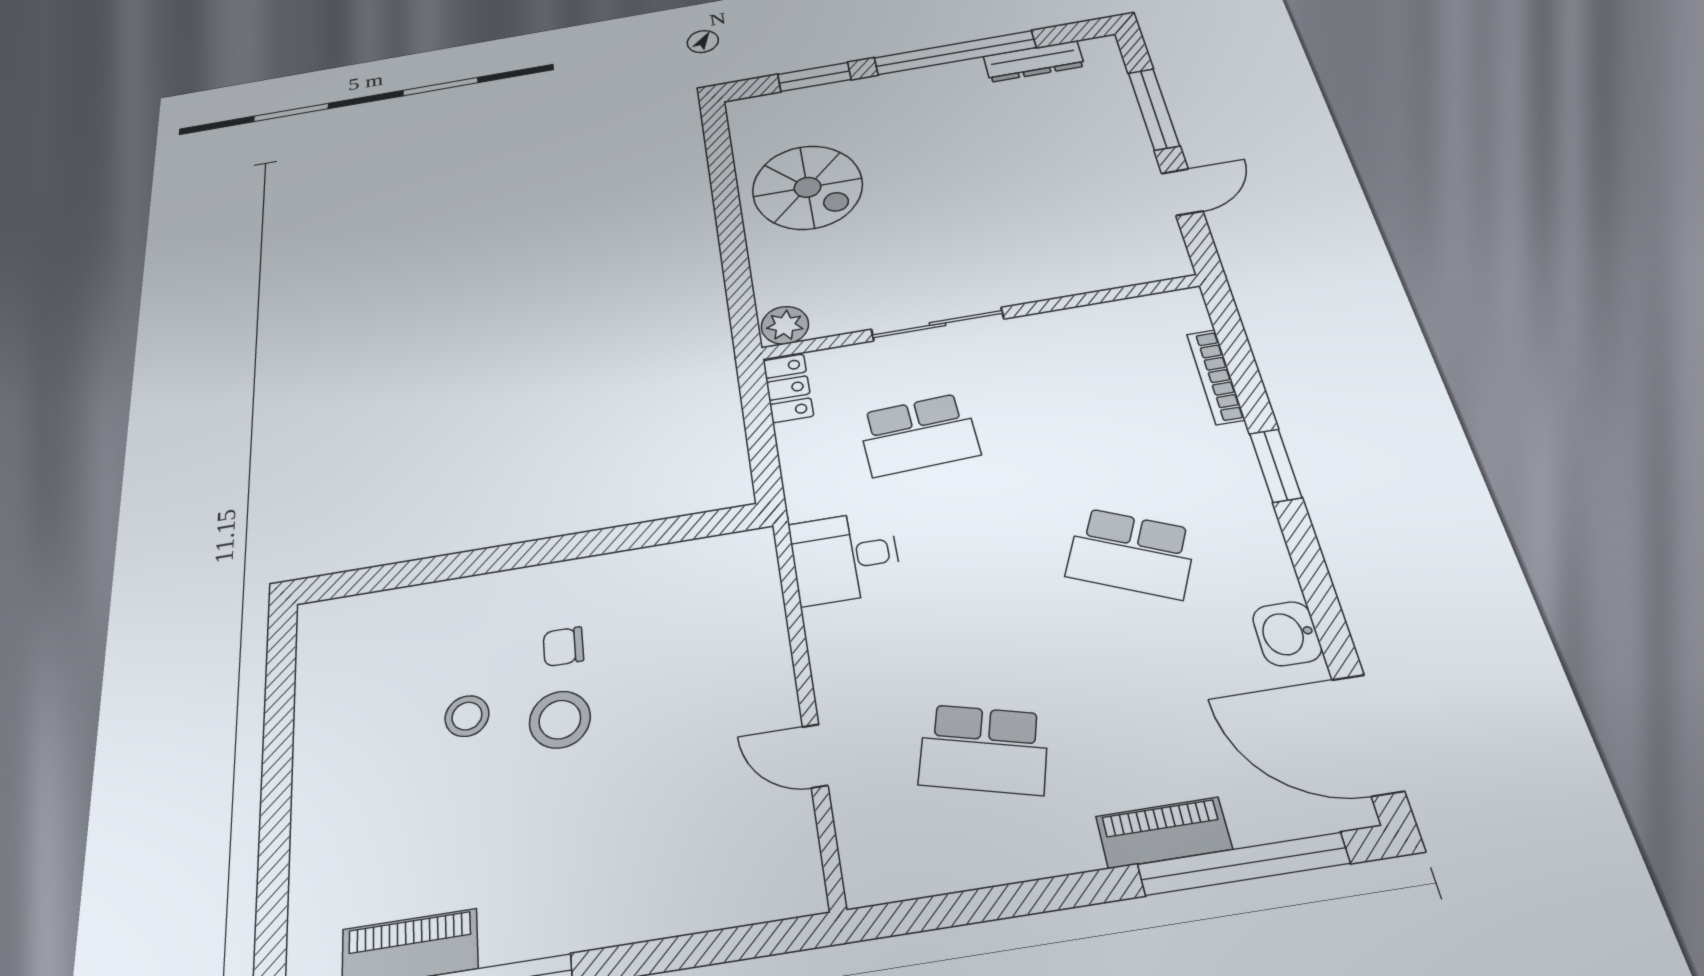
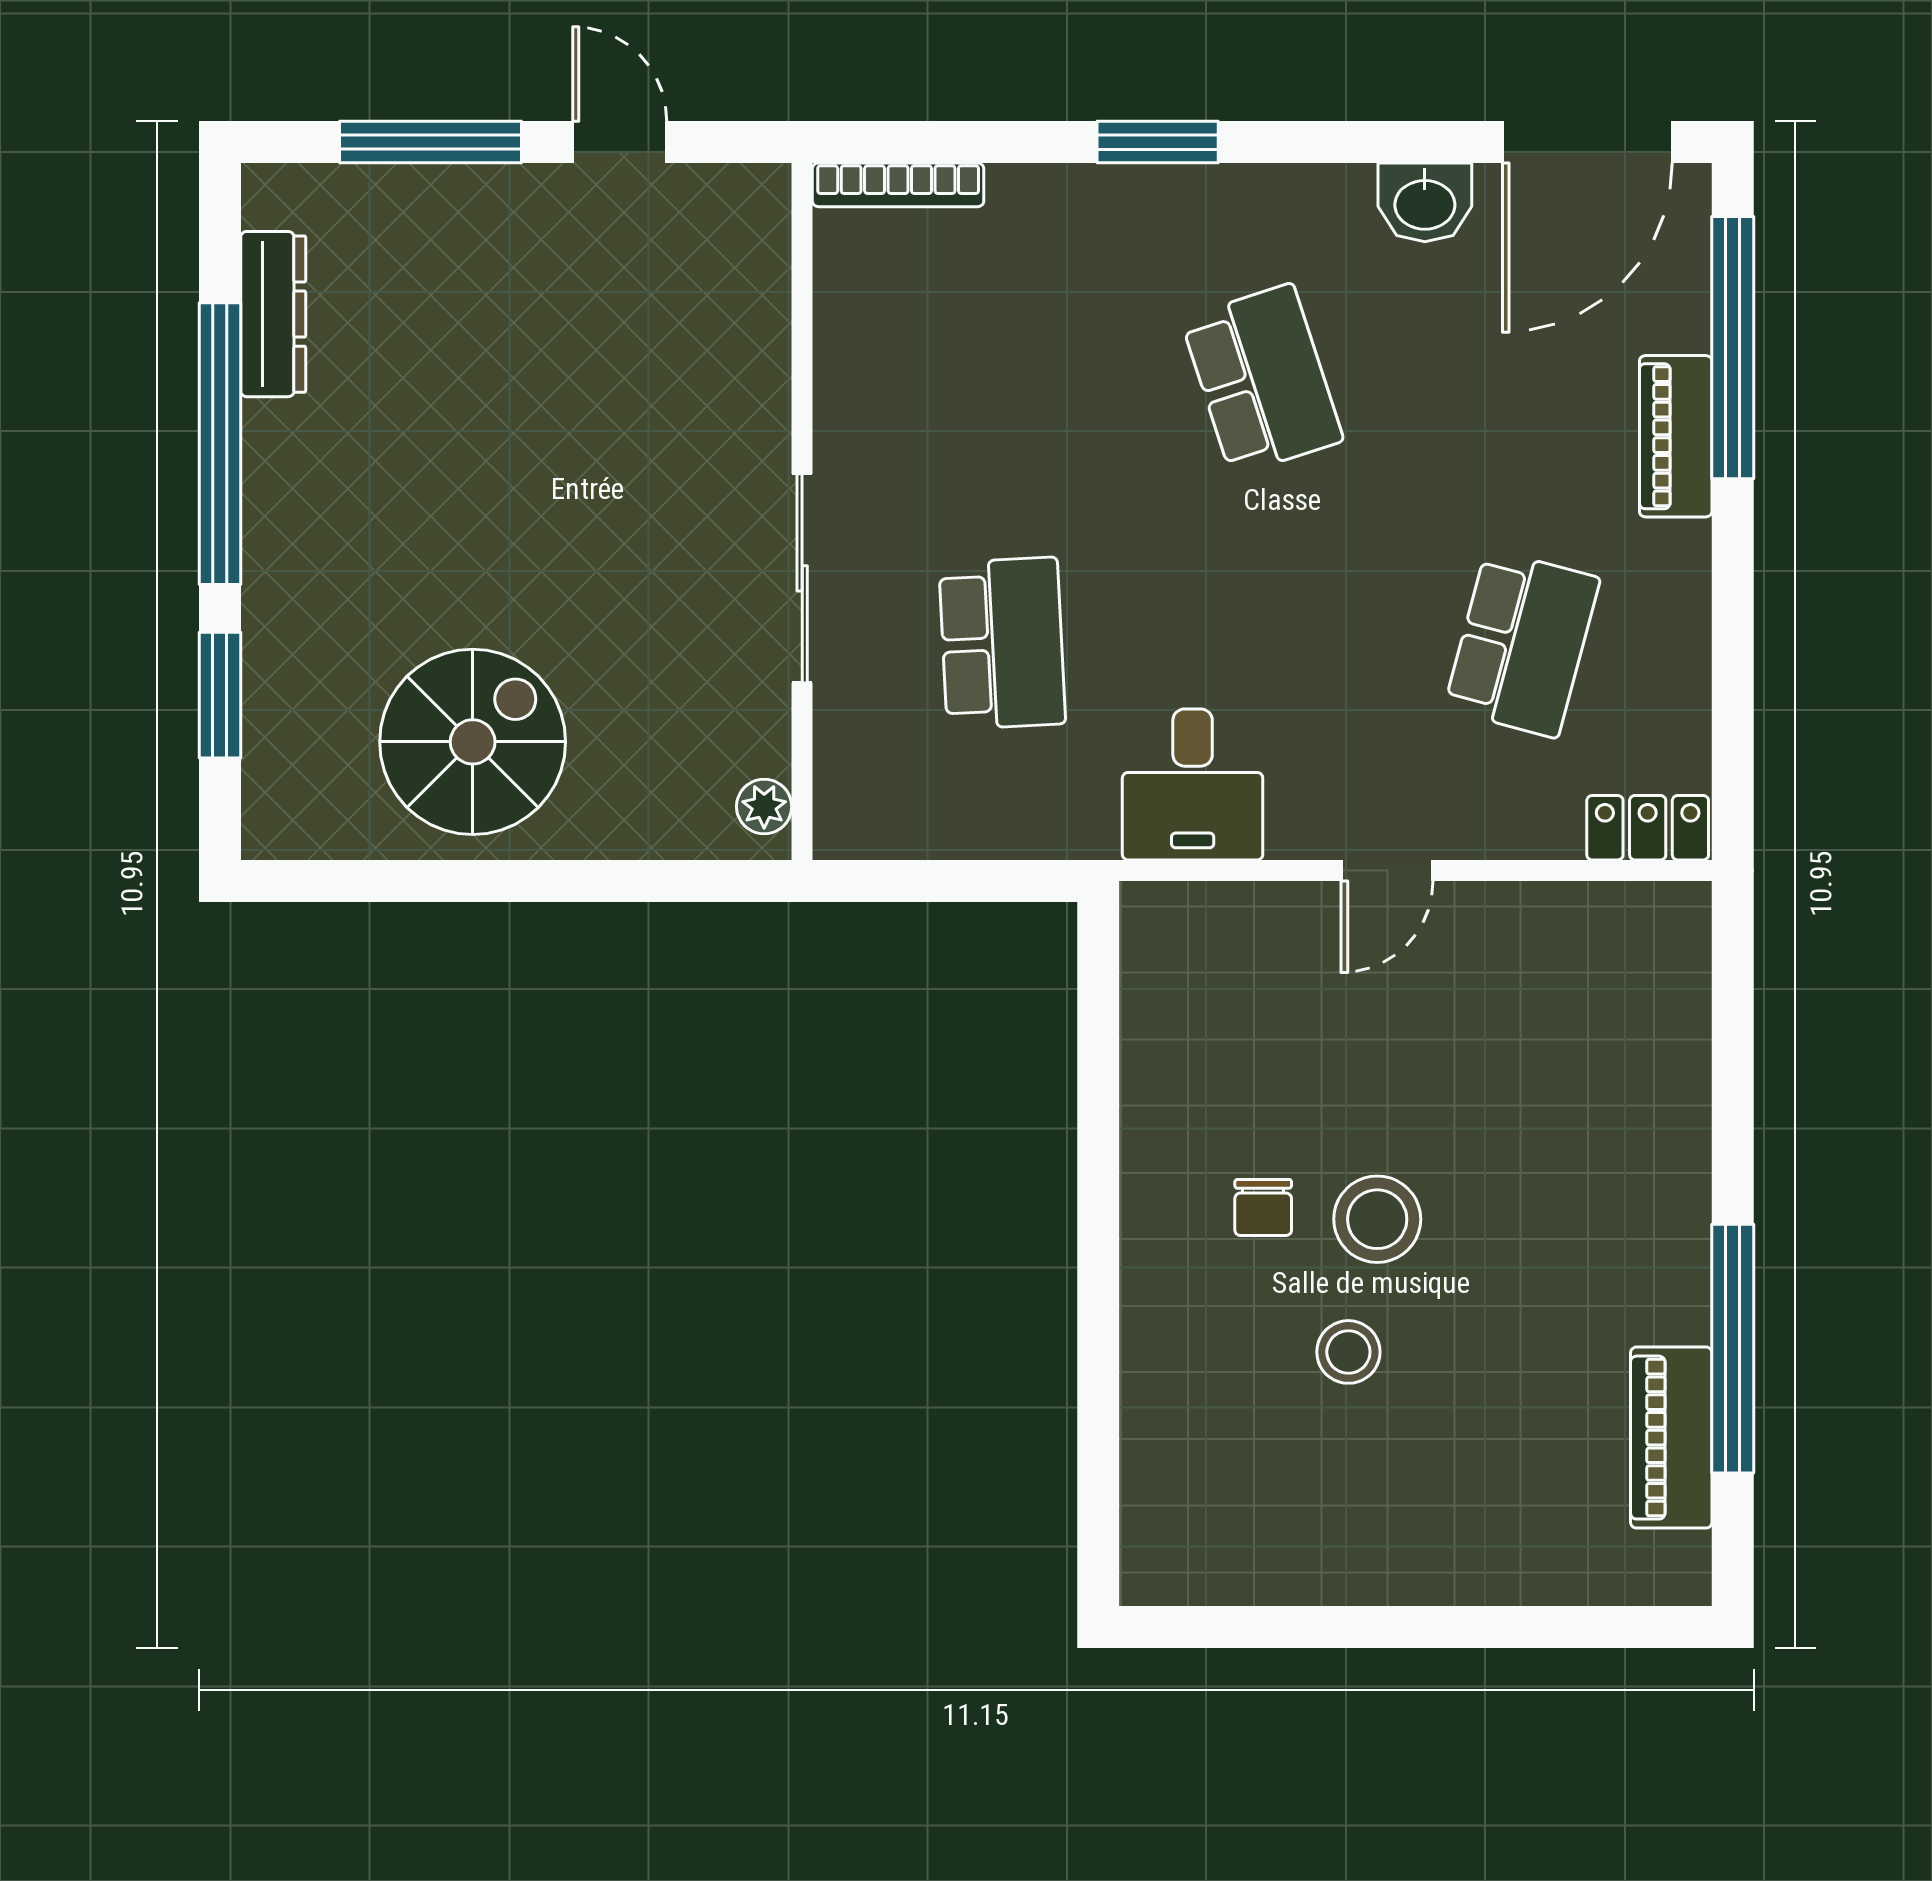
plant: (785, 325) -> (764, 807), width x0.73, depth x0.73
bookcase: (1216, 377) -> (898, 185), moved
locker: (788, 388) -> (1648, 828), moved
school desk: (1131, 553) -> (1262, 380), turned -42
door: (815, 756) -> (1387, 871), moved

